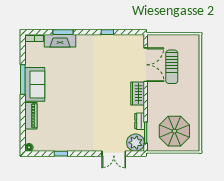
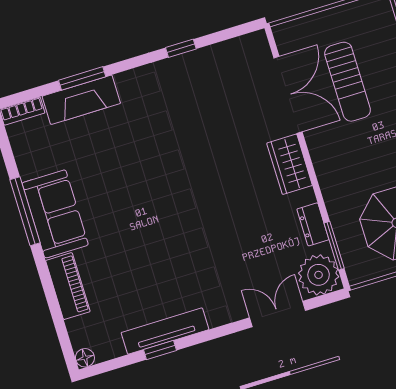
tv unit: (65, 146) -> (165, 331), added
double door: (114, 154) -> (278, 314), swing flipped

